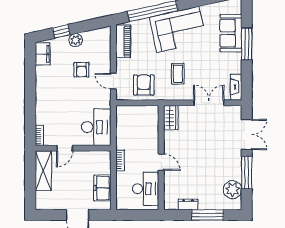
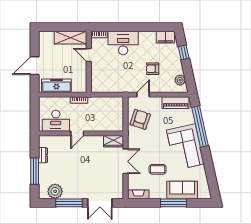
plant: (76, 40) -> (180, 80), moved
coffee table: (178, 74) -> (158, 169), moved
armchair: (144, 85) -> (140, 119), turned -72
double door: (209, 103) -> (126, 161), moved
desk: (96, 127) -> (123, 43), moved, turned 180
freezer: (102, 188) -> (56, 86), width x1.40

